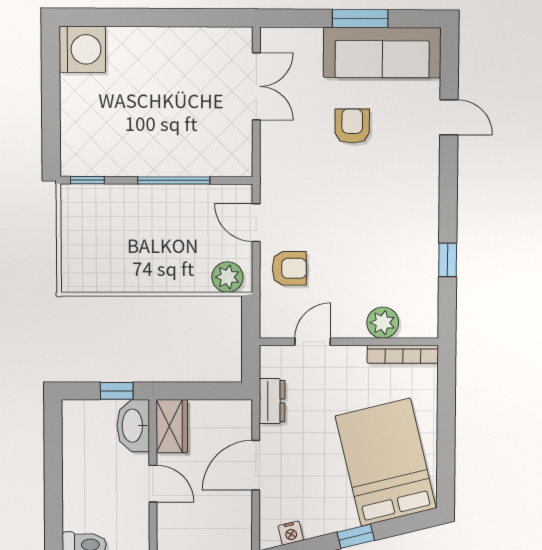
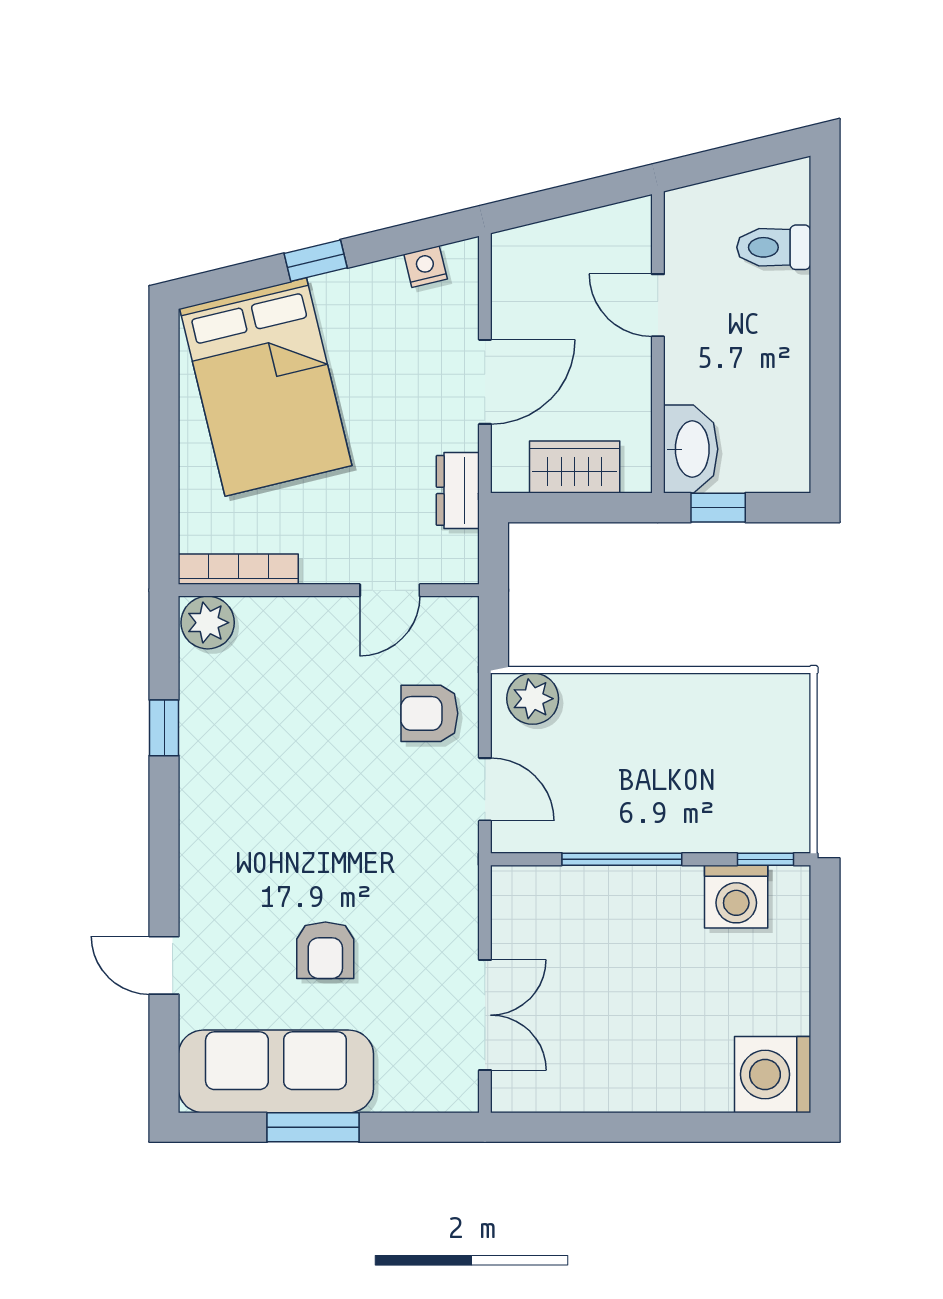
double door: (256, 86) -> (485, 1015), swing flipped
washing machine: (105, 158) -> (736, 897), added
plant: (383, 323) -> (208, 623), moved
wardrobe: (172, 426) -> (575, 467), moved, turned 90
door: (153, 484) -> (658, 305), moved

